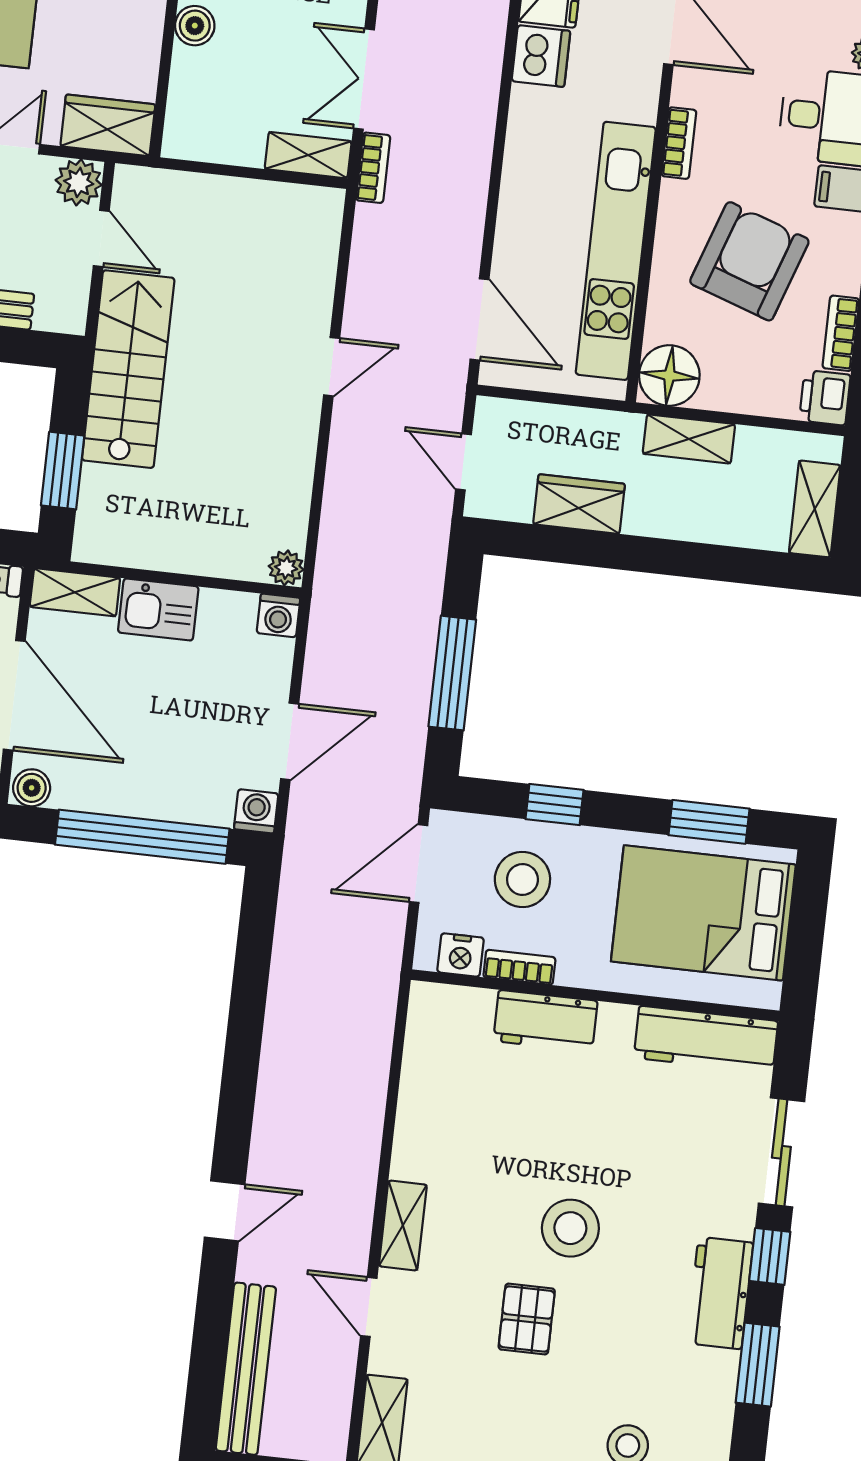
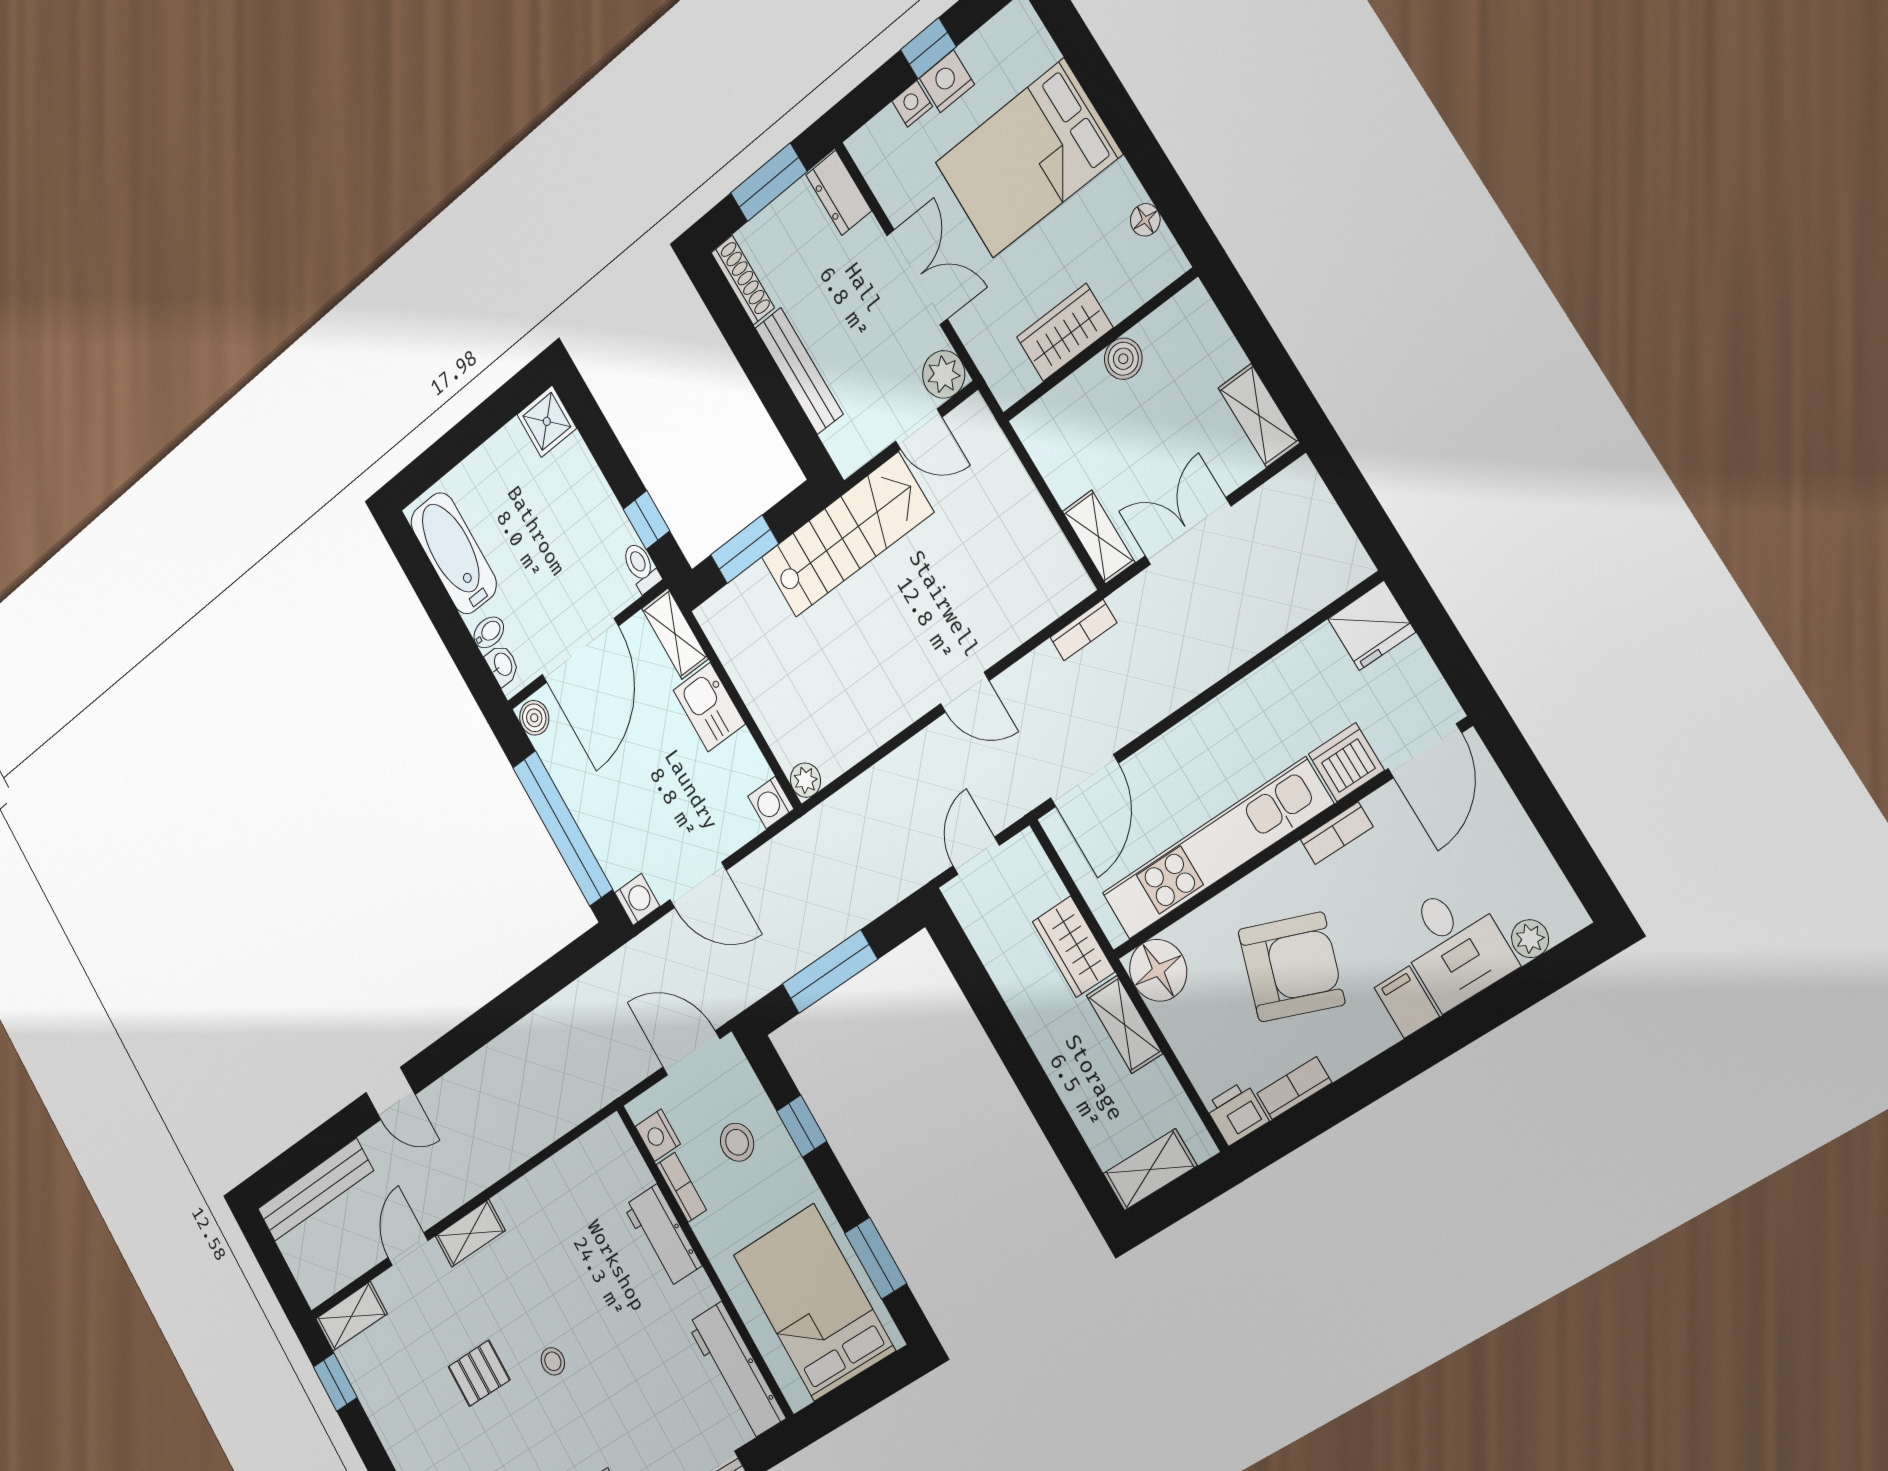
dishwasher: (541, 56) -> (1346, 762), moved, turned 180
wardrobe: (108, 125) -> (1065, 332), moved, turned -90
bookcase: (373, 168) -> (1083, 630), moved
door: (101, 238) -> (919, 429), hinge flipped
wardrobe: (579, 504) -> (1074, 947), moved, turned 180
stool: (522, 879) -> (737, 1142), width x0.73, depth x0.73
stool: (570, 1228) -> (553, 1361), width x0.53, depth x0.53

